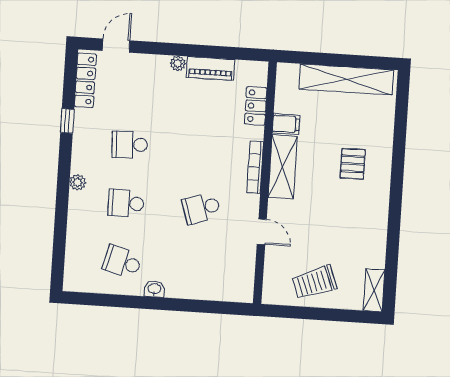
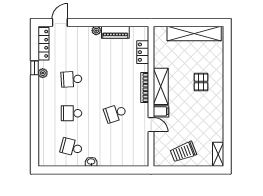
filing cabinet: (286, 124) -> (161, 111), moved
plant: (78, 182) -> (43, 73), moved

